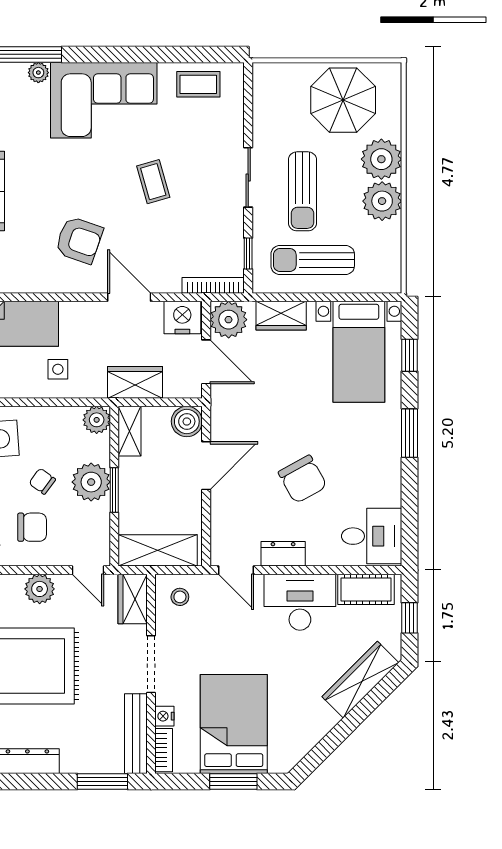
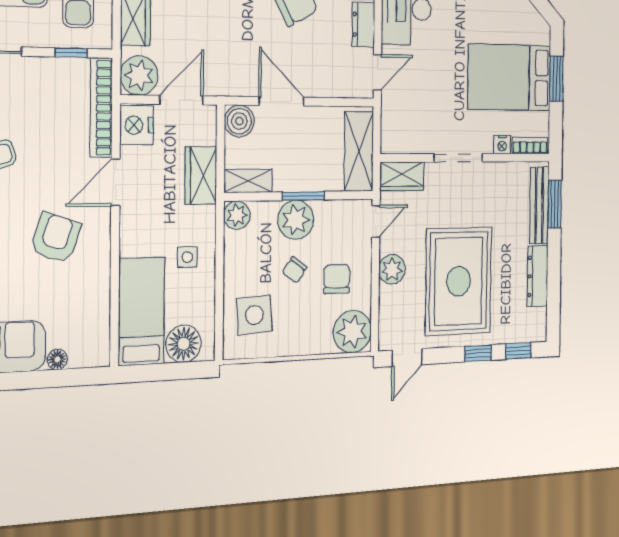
bookcase: (213, 285) -> (101, 108), width x1.48, depth x1.31
stool: (180, 597) -> (401, 129), removed
bench: (136, 734) -> (539, 205), moved, turned 90

